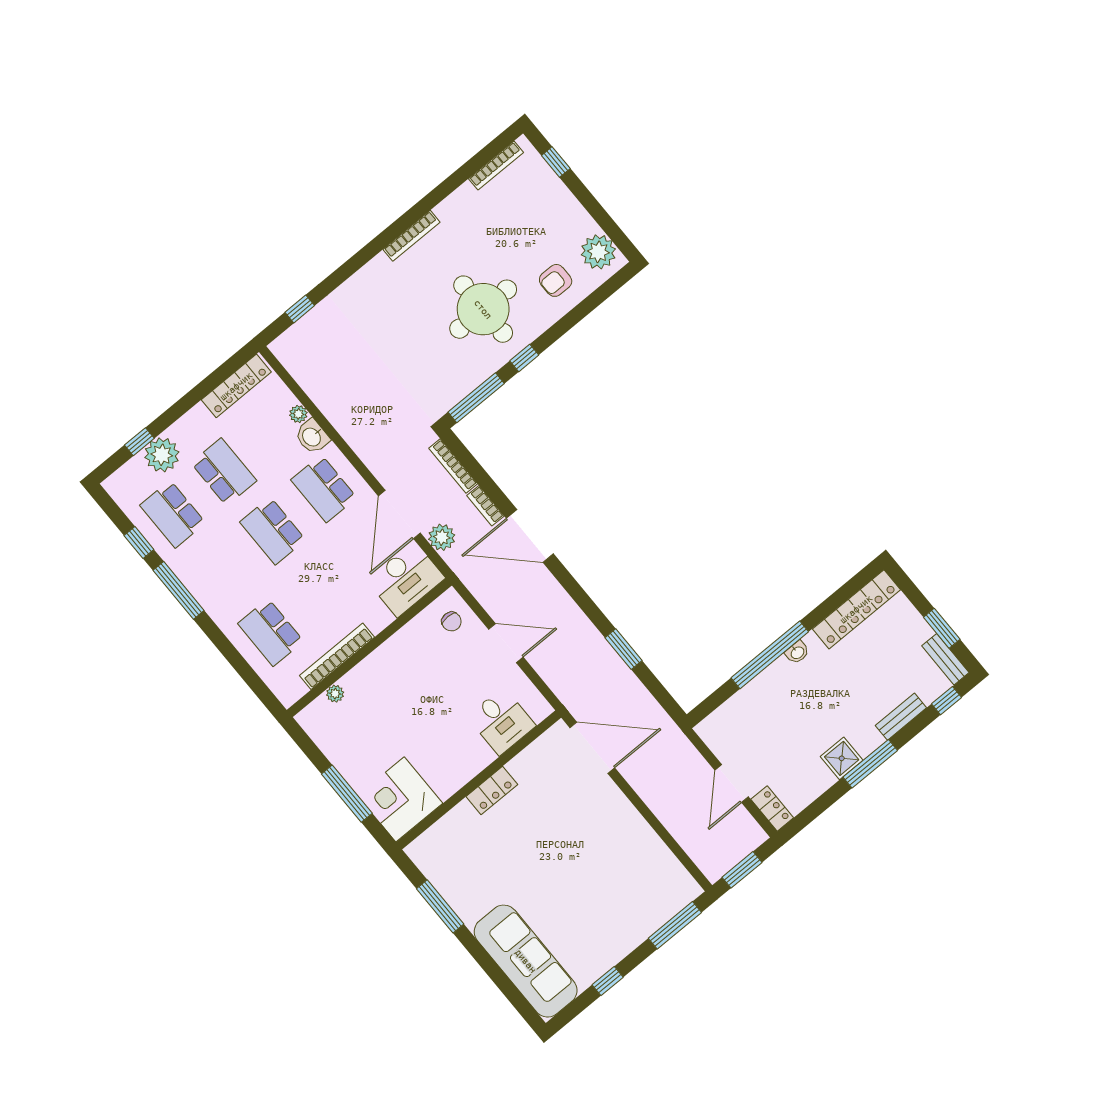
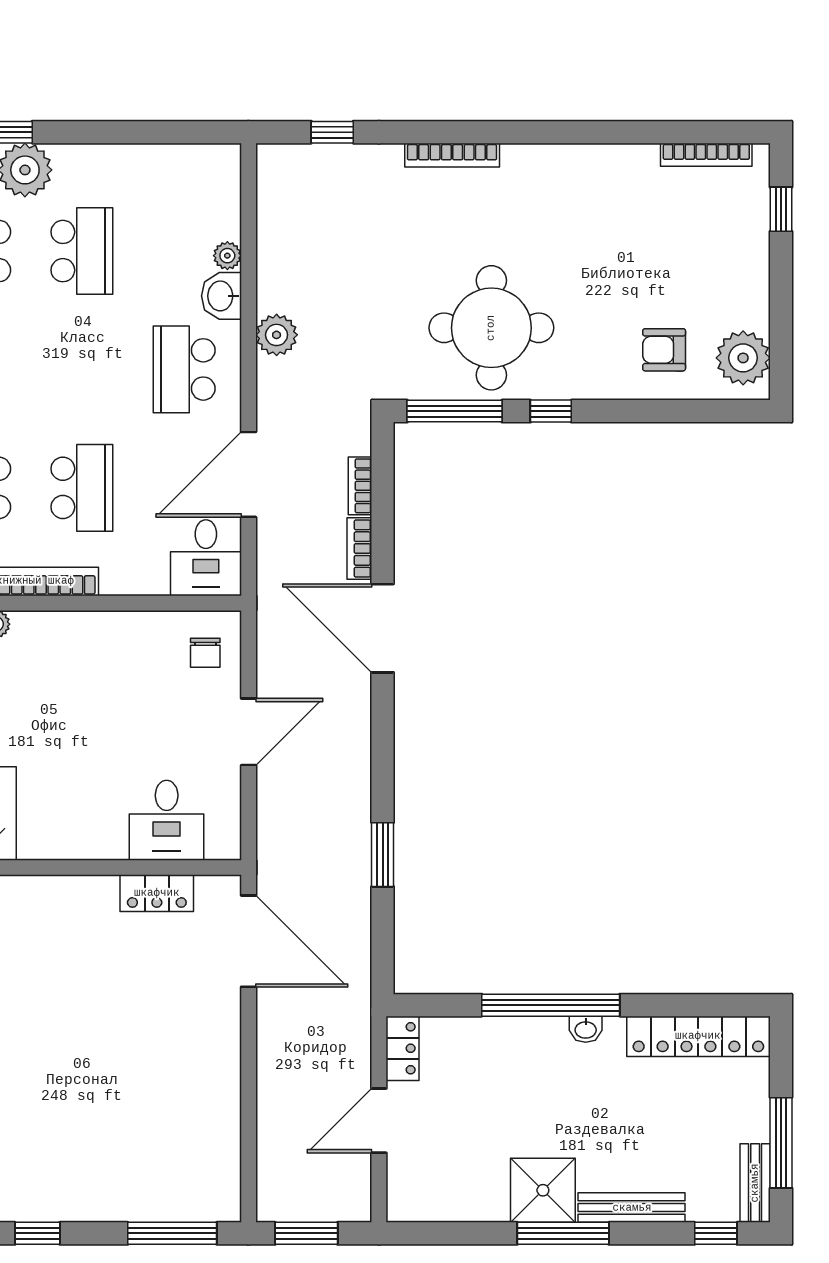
bookcase: (412, 236) -> (452, 155), moved
round table: (483, 309) -> (491, 328), moved
locker: (236, 386) -> (181, 161), removed
bookcase: (453, 466) -> (360, 486), width x0.64
school desk: (273, 531) -> (82, 488), moved, turned 180
plant: (442, 537) -> (277, 335), moved
desk: (406, 579) -> (206, 558), width x0.73
window: (942, 628) -> (781, 1143), width x1.44
door: (506, 643) -> (249, 732), hinge flipped
bench: (901, 717) -> (632, 1208), width x1.36
shower: (842, 758) -> (543, 1190), width x1.36, depth x1.36
locker: (492, 791) -> (157, 893), moved
locker: (772, 809) -> (402, 1048), moved

